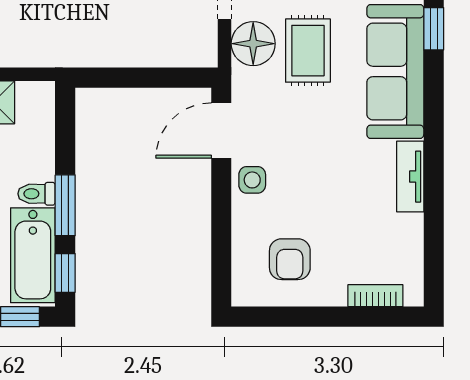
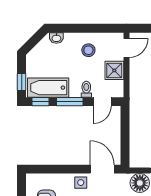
door: (65, 130) -> (102, 102), added
toilet: (37, 194) -> (86, 89), moved

